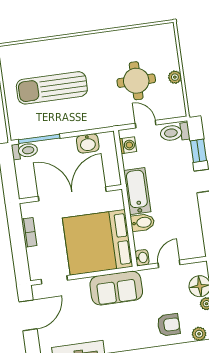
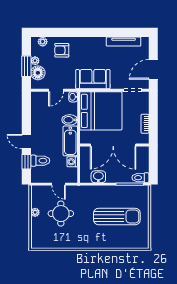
toilet: (175, 132) -> (40, 161), moved
washing machine: (128, 145) -> (72, 162), moved

